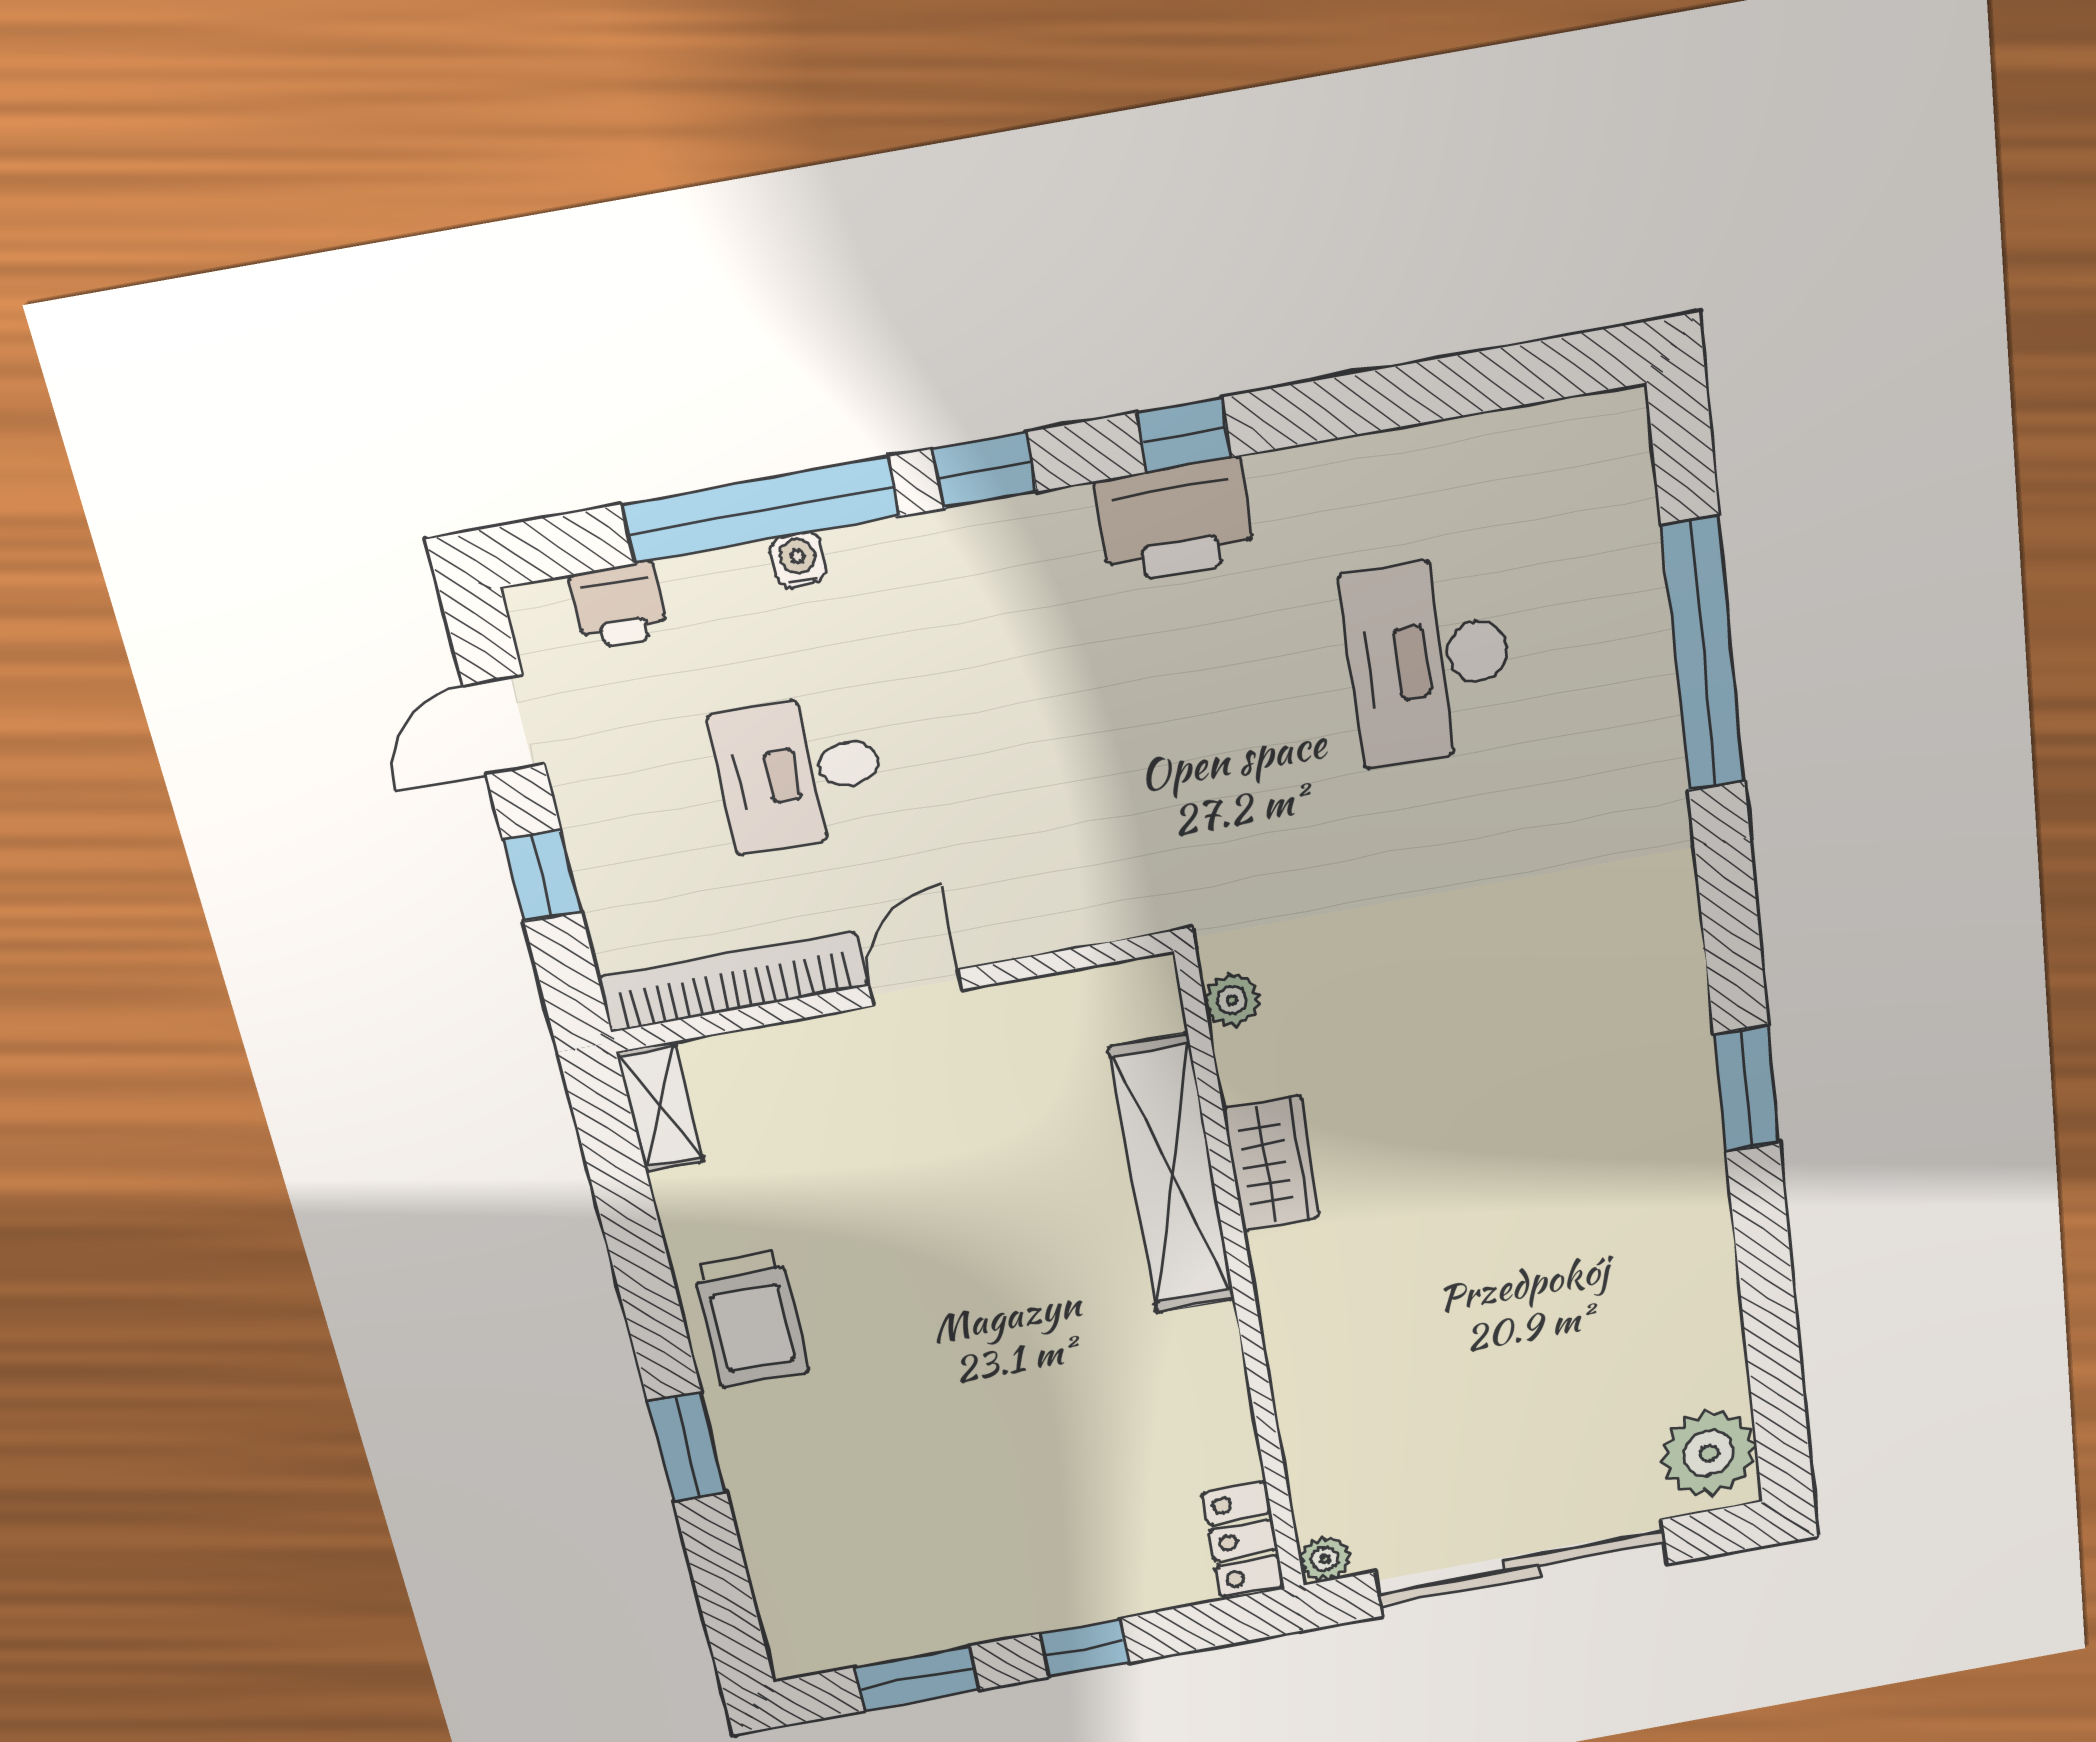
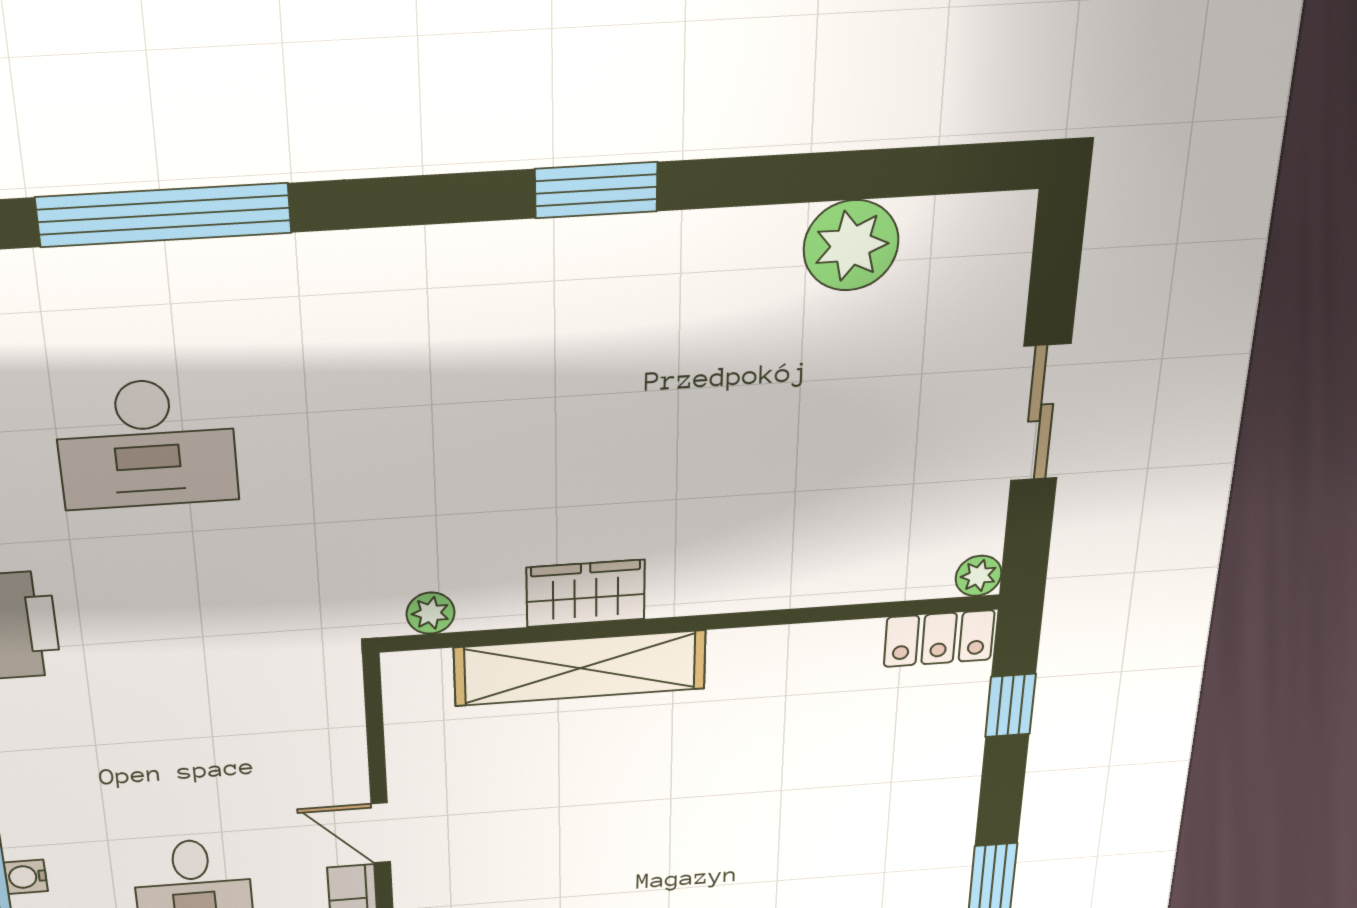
plant: (1709, 1453) -> (851, 245), moved
sliding door: (1521, 1568) -> (1041, 413), width x0.54
window: (1084, 1648) -> (1010, 705), moved

